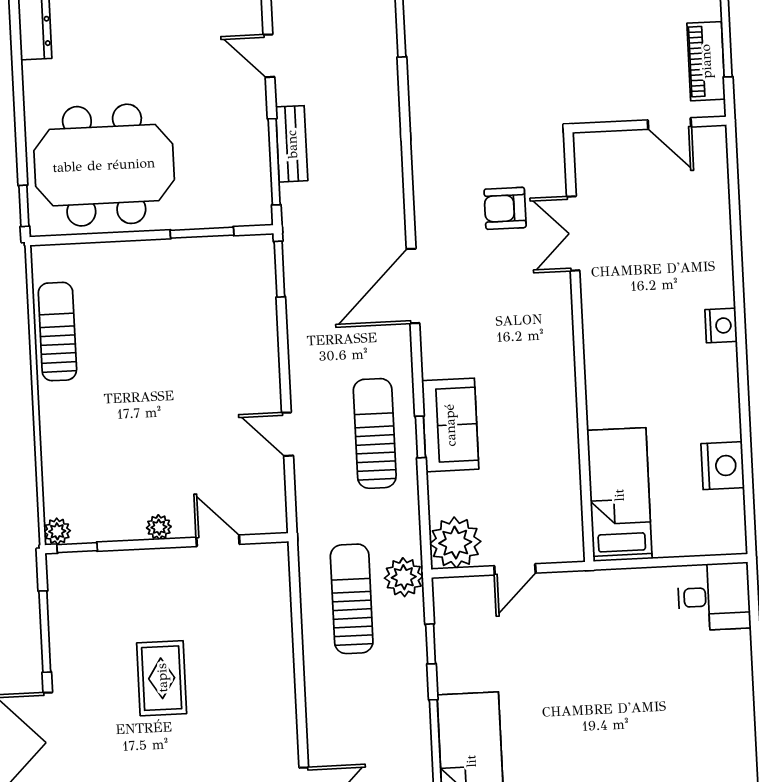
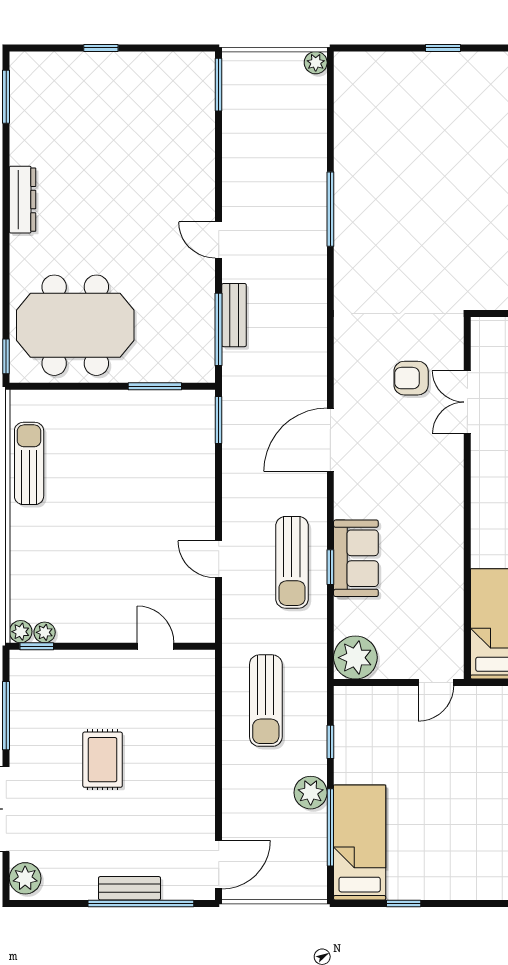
sun lounger: (375, 433) -> (292, 562), turned 180
plant: (159, 527) -> (45, 632), moved
door: (515, 569) -> (436, 683), moved
plant: (404, 577) -> (311, 793), moved
sun lounger: (352, 599) -> (266, 701), turned 180

